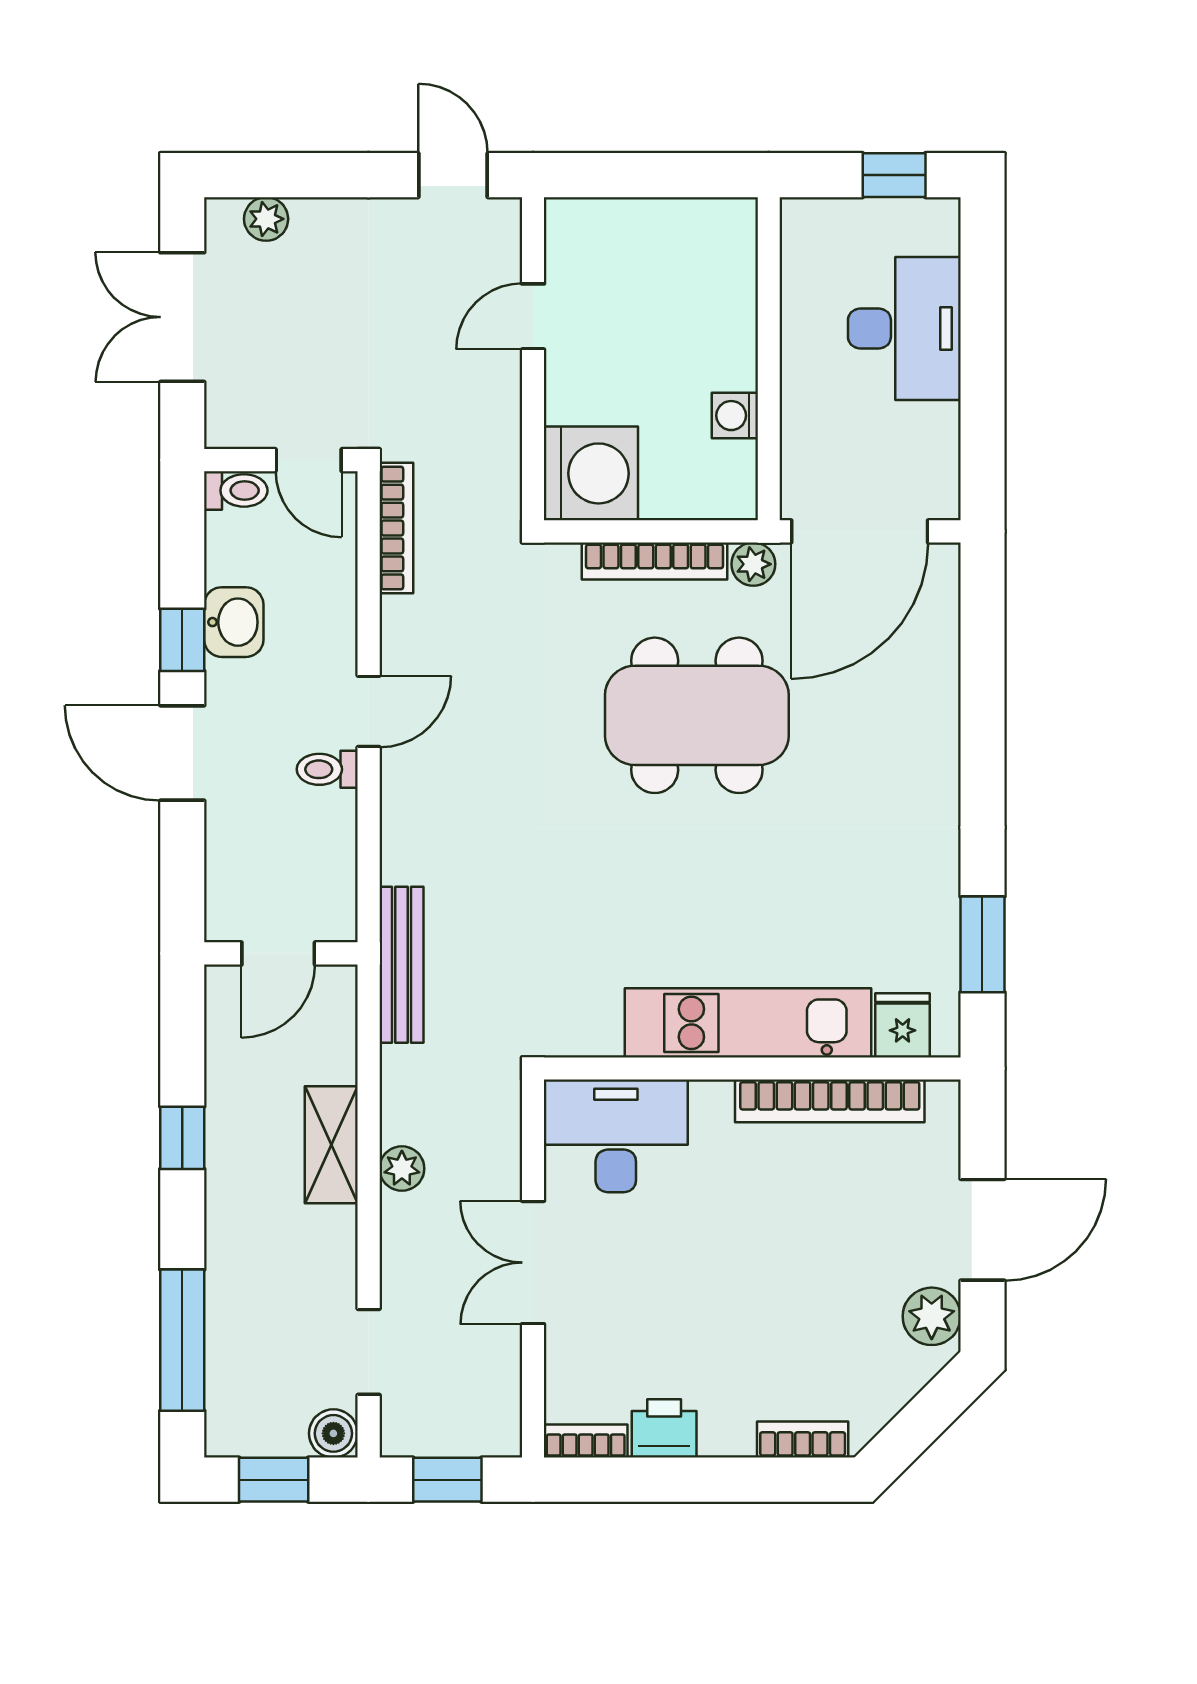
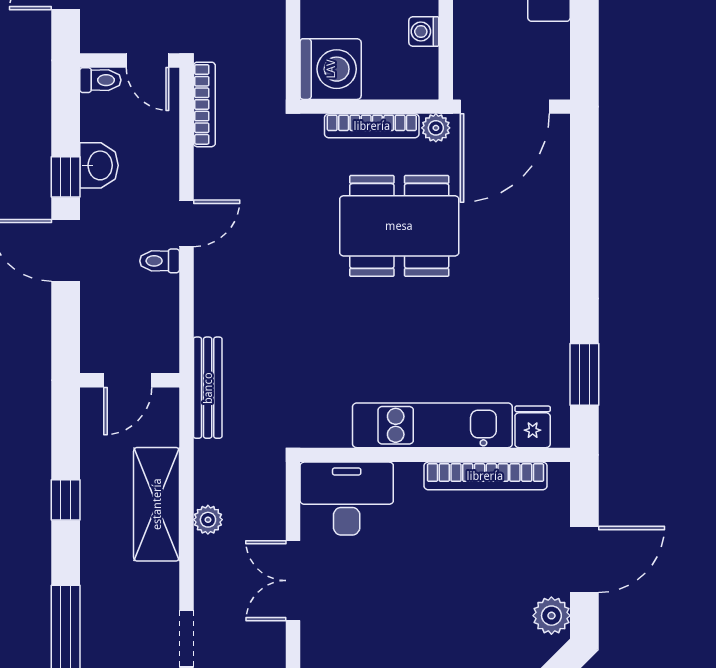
shelving: (331, 1145) -> (157, 504), width x1.50, depth x1.33

